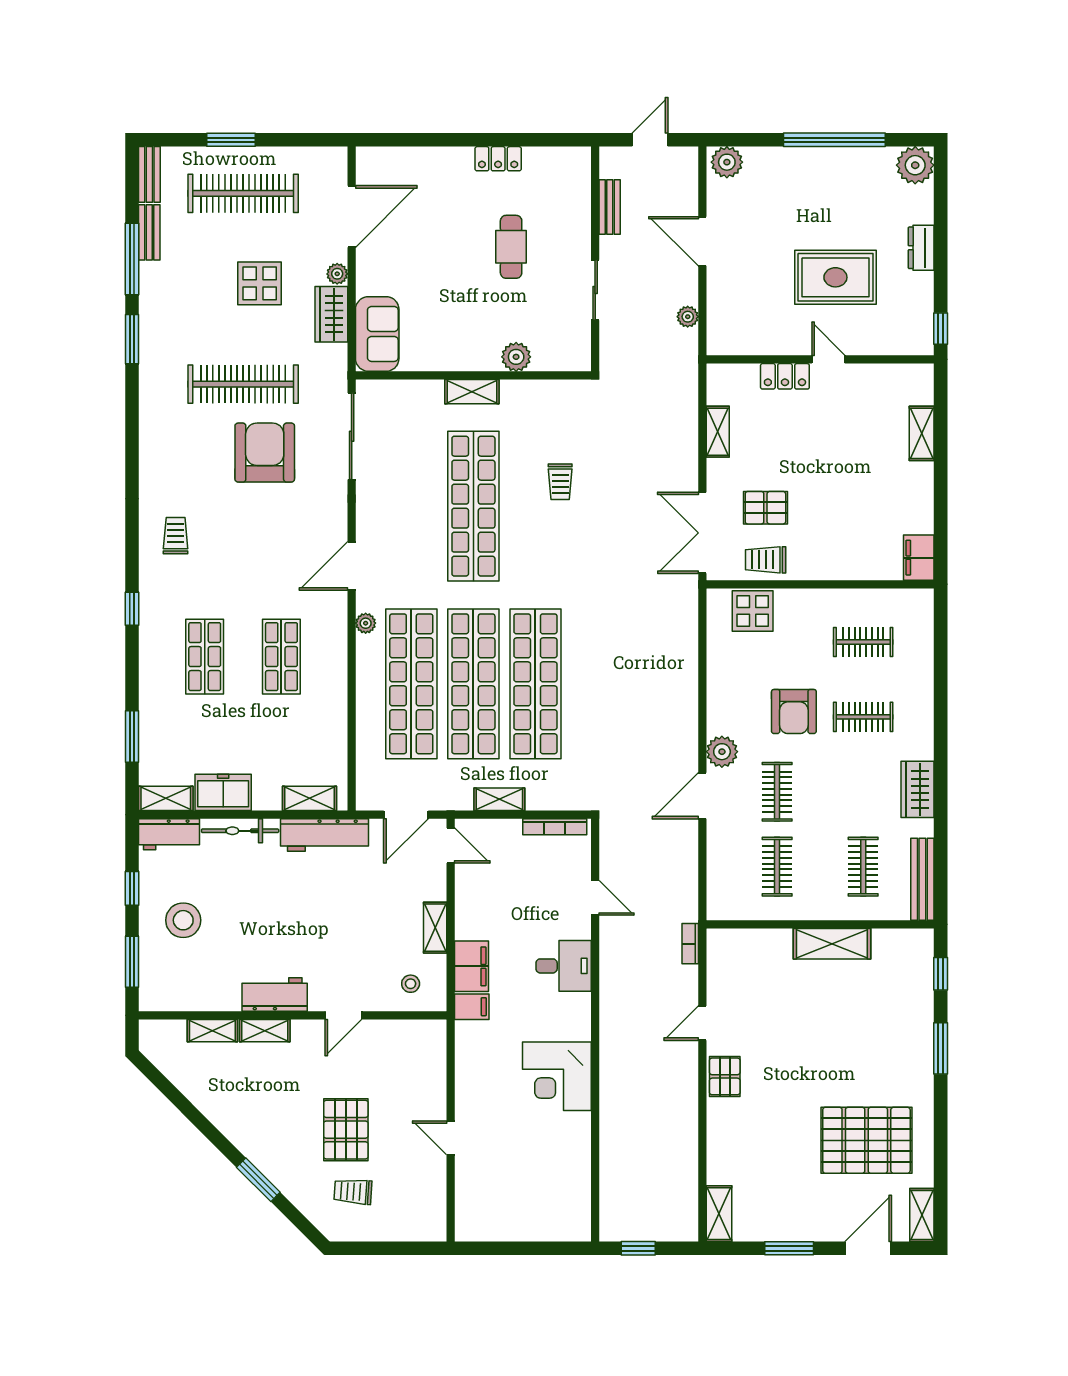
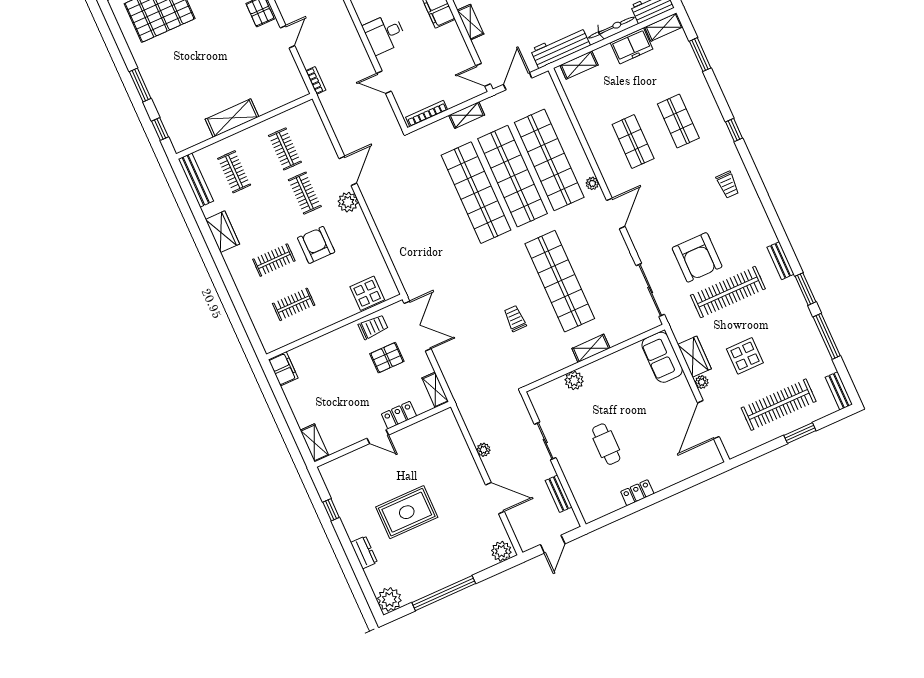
bench: (149, 232) -> (780, 261), moved
wall: (820, 359) -> (383, 434), moved
door: (828, 359) -> (378, 437), moved
locker: (785, 376) -> (399, 415), moved

